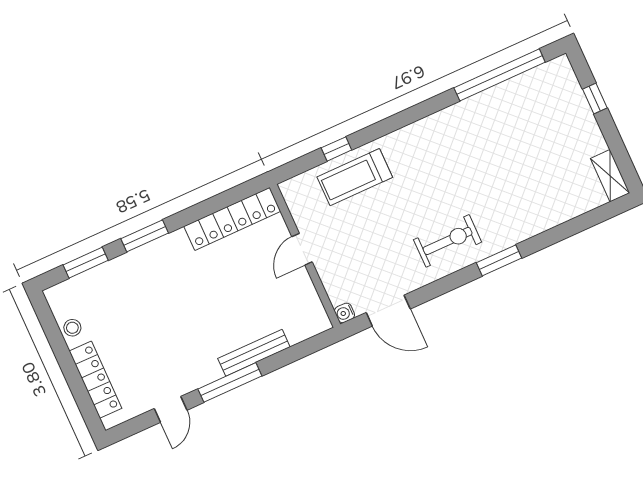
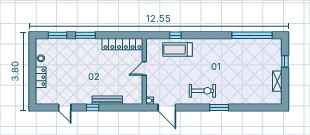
shelving: (610, 176) -> (277, 81), moved
locker: (96, 380) -> (41, 77), width x0.66
window: (230, 382) -> (93, 107), width x0.46
door: (171, 409) -> (65, 107), hinge flipped

